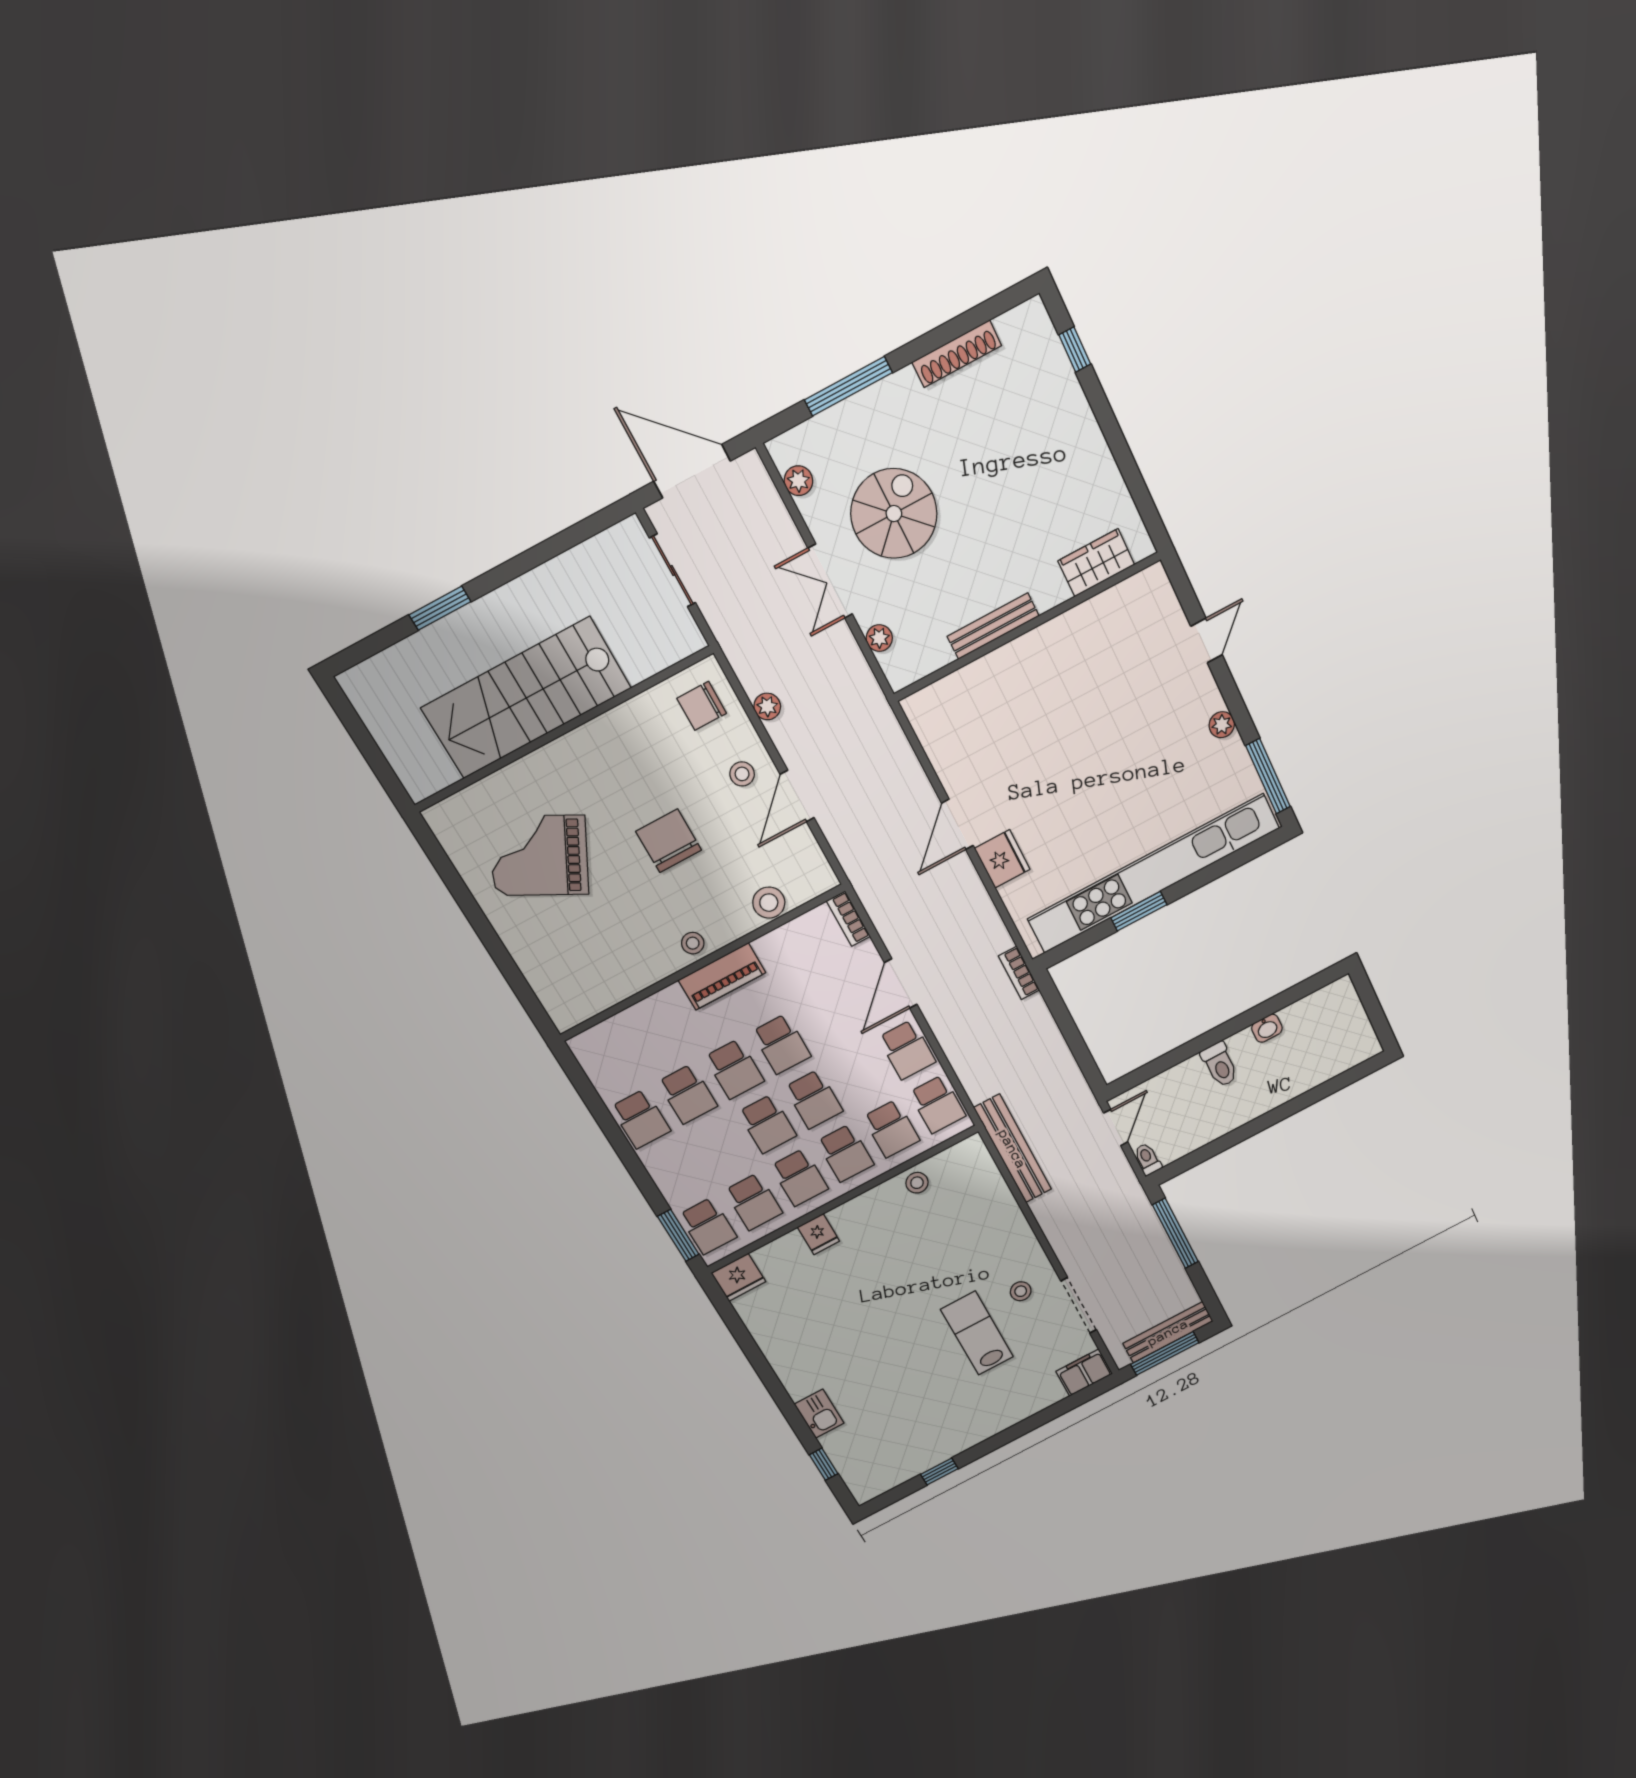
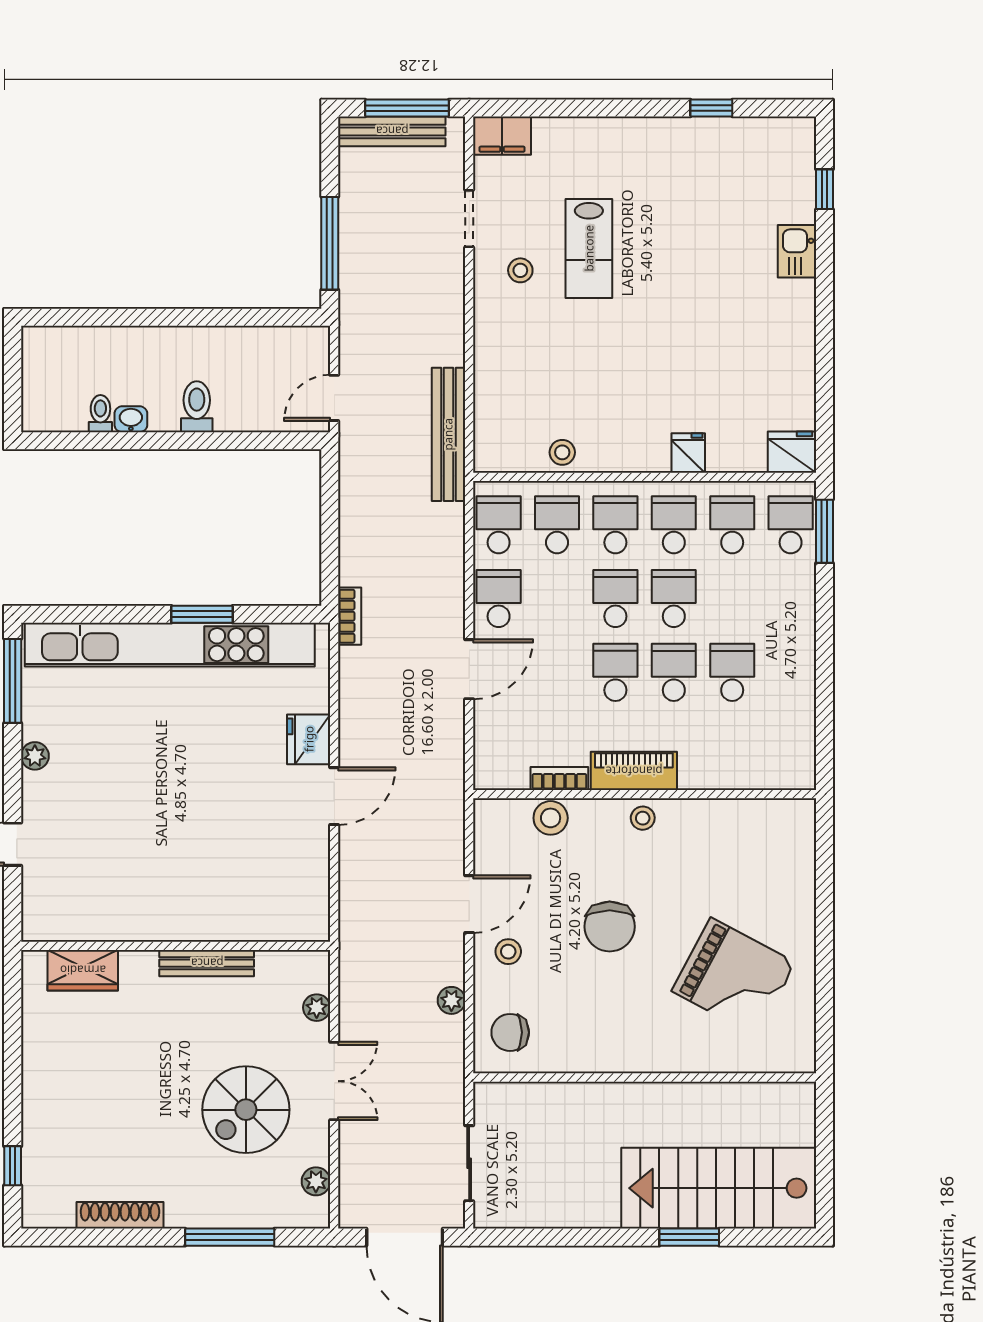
stairs: (526, 698) -> (719, 1188), moved, turned 180
chair: (702, 706) -> (510, 1032), turned 180
bookcase: (848, 919) -> (559, 778), moved, turned -90
school desk: (641, 1119) -> (791, 672), removed
toilet: (1148, 1159) -> (100, 414), moved, turned 180
doorway: (1079, 1305) -> (469, 219), width x0.73

